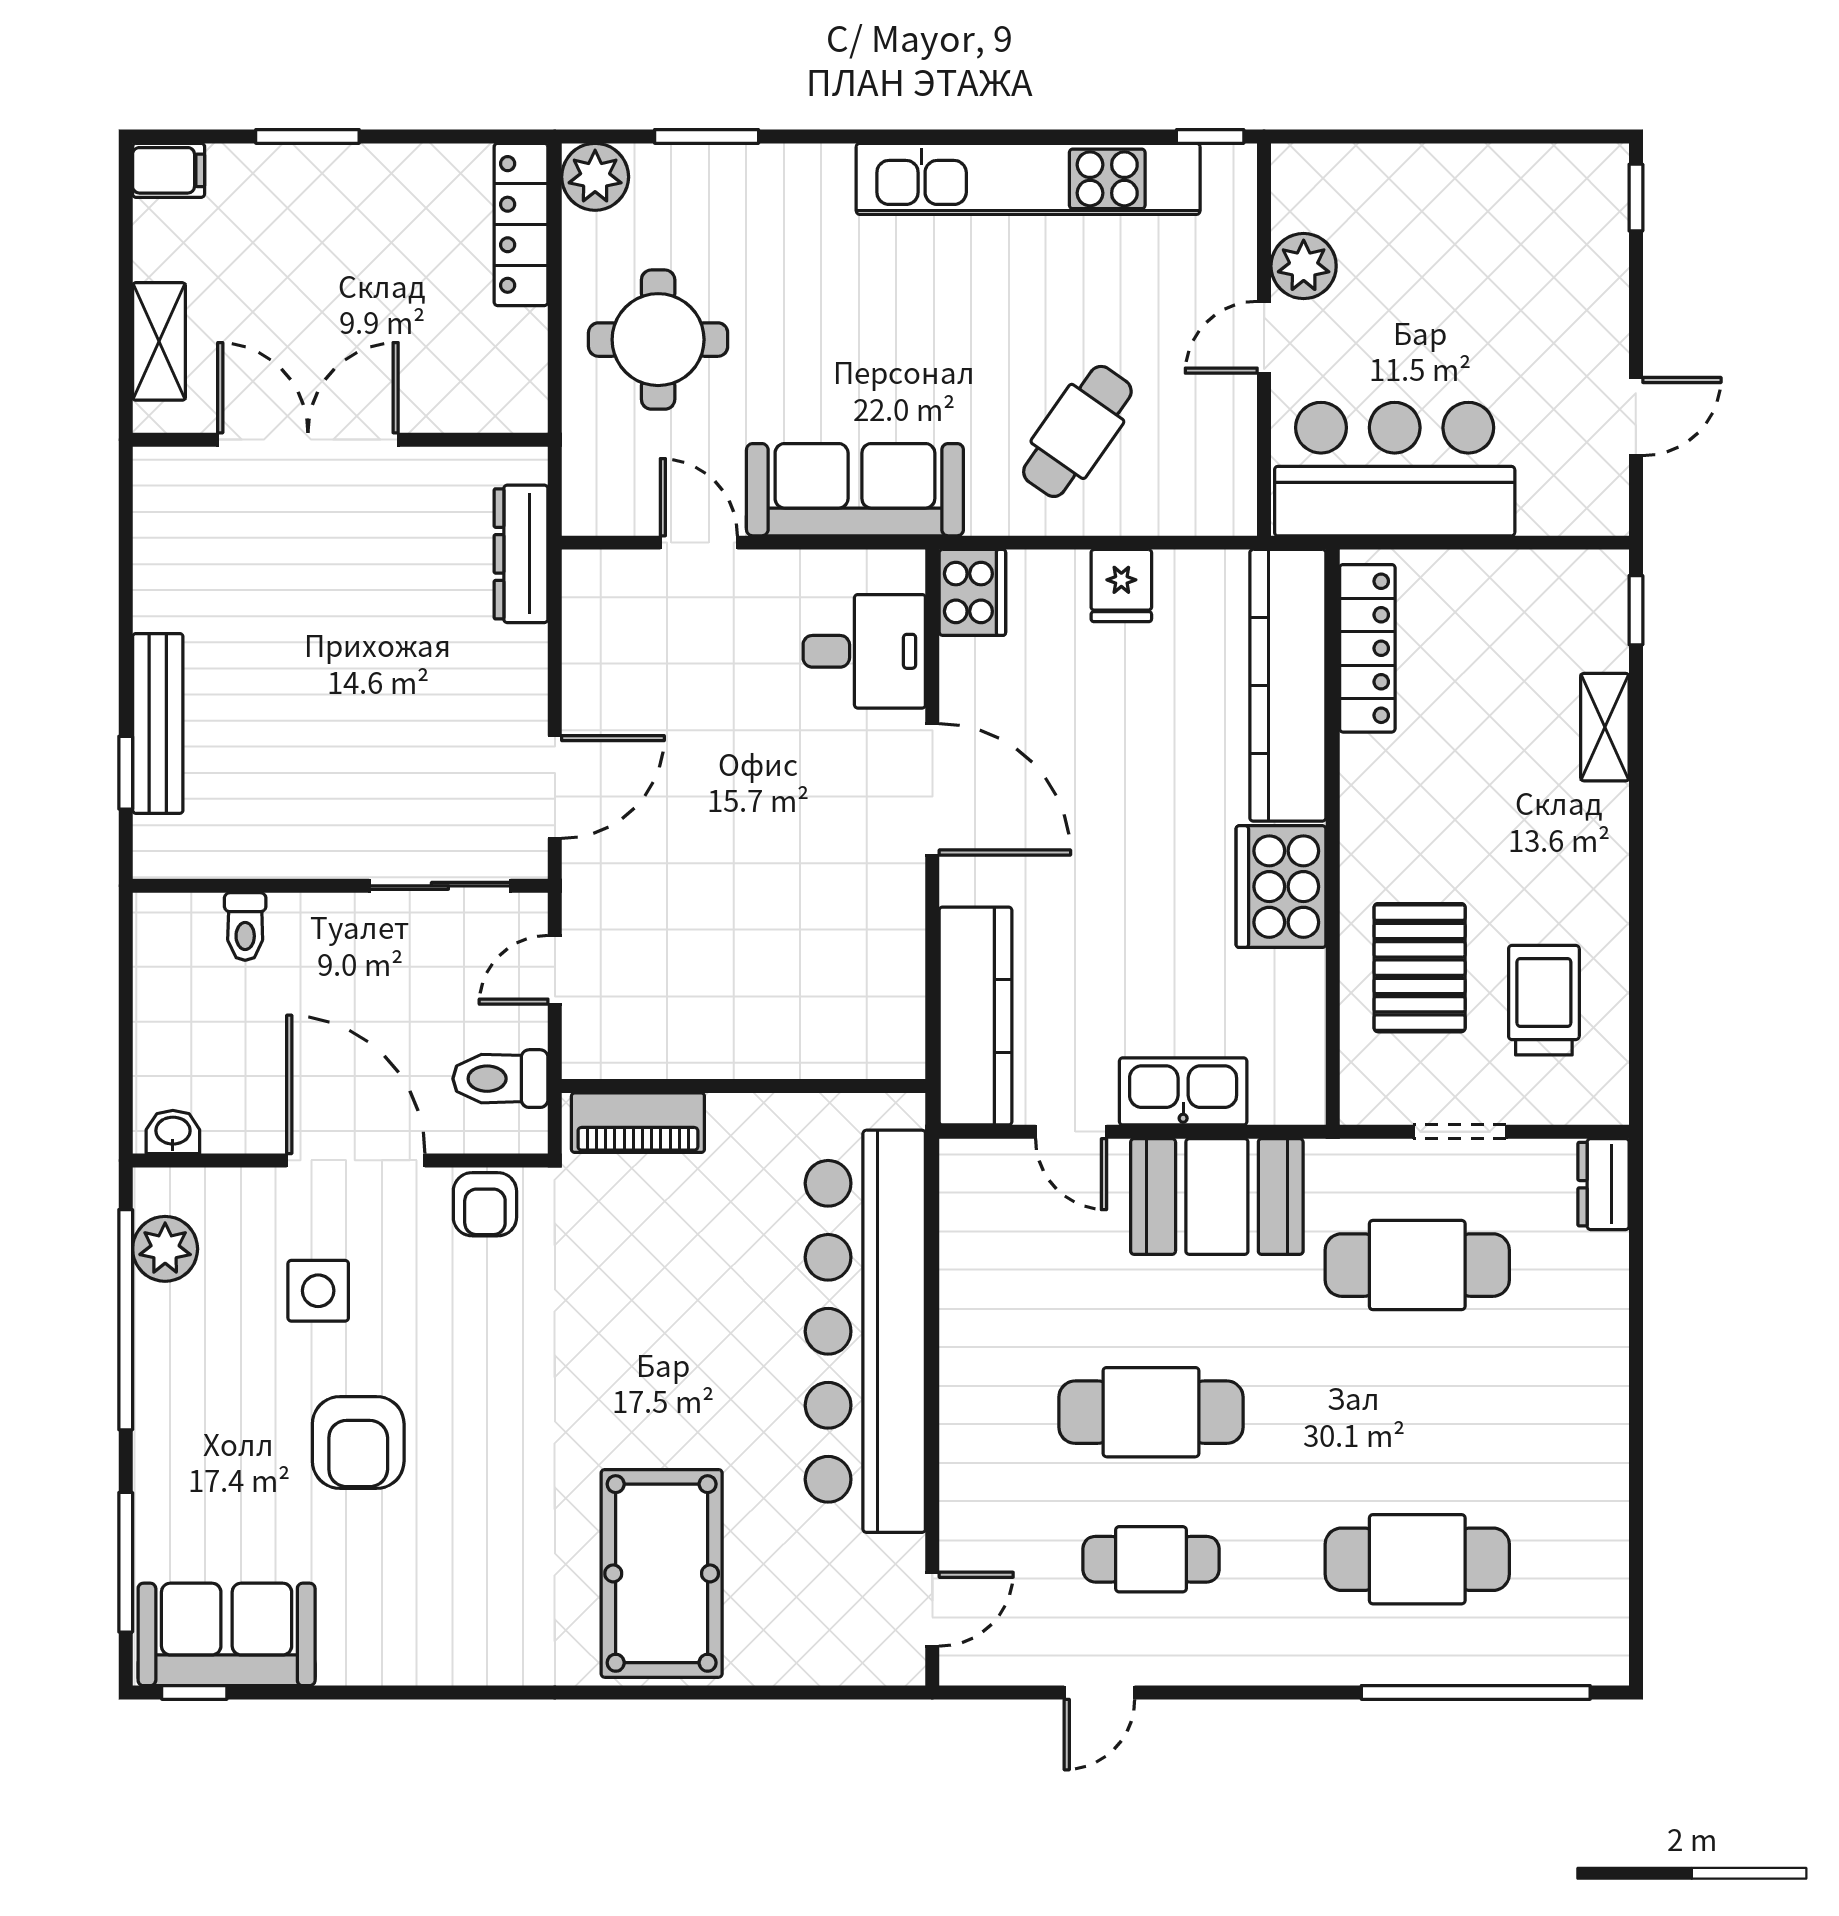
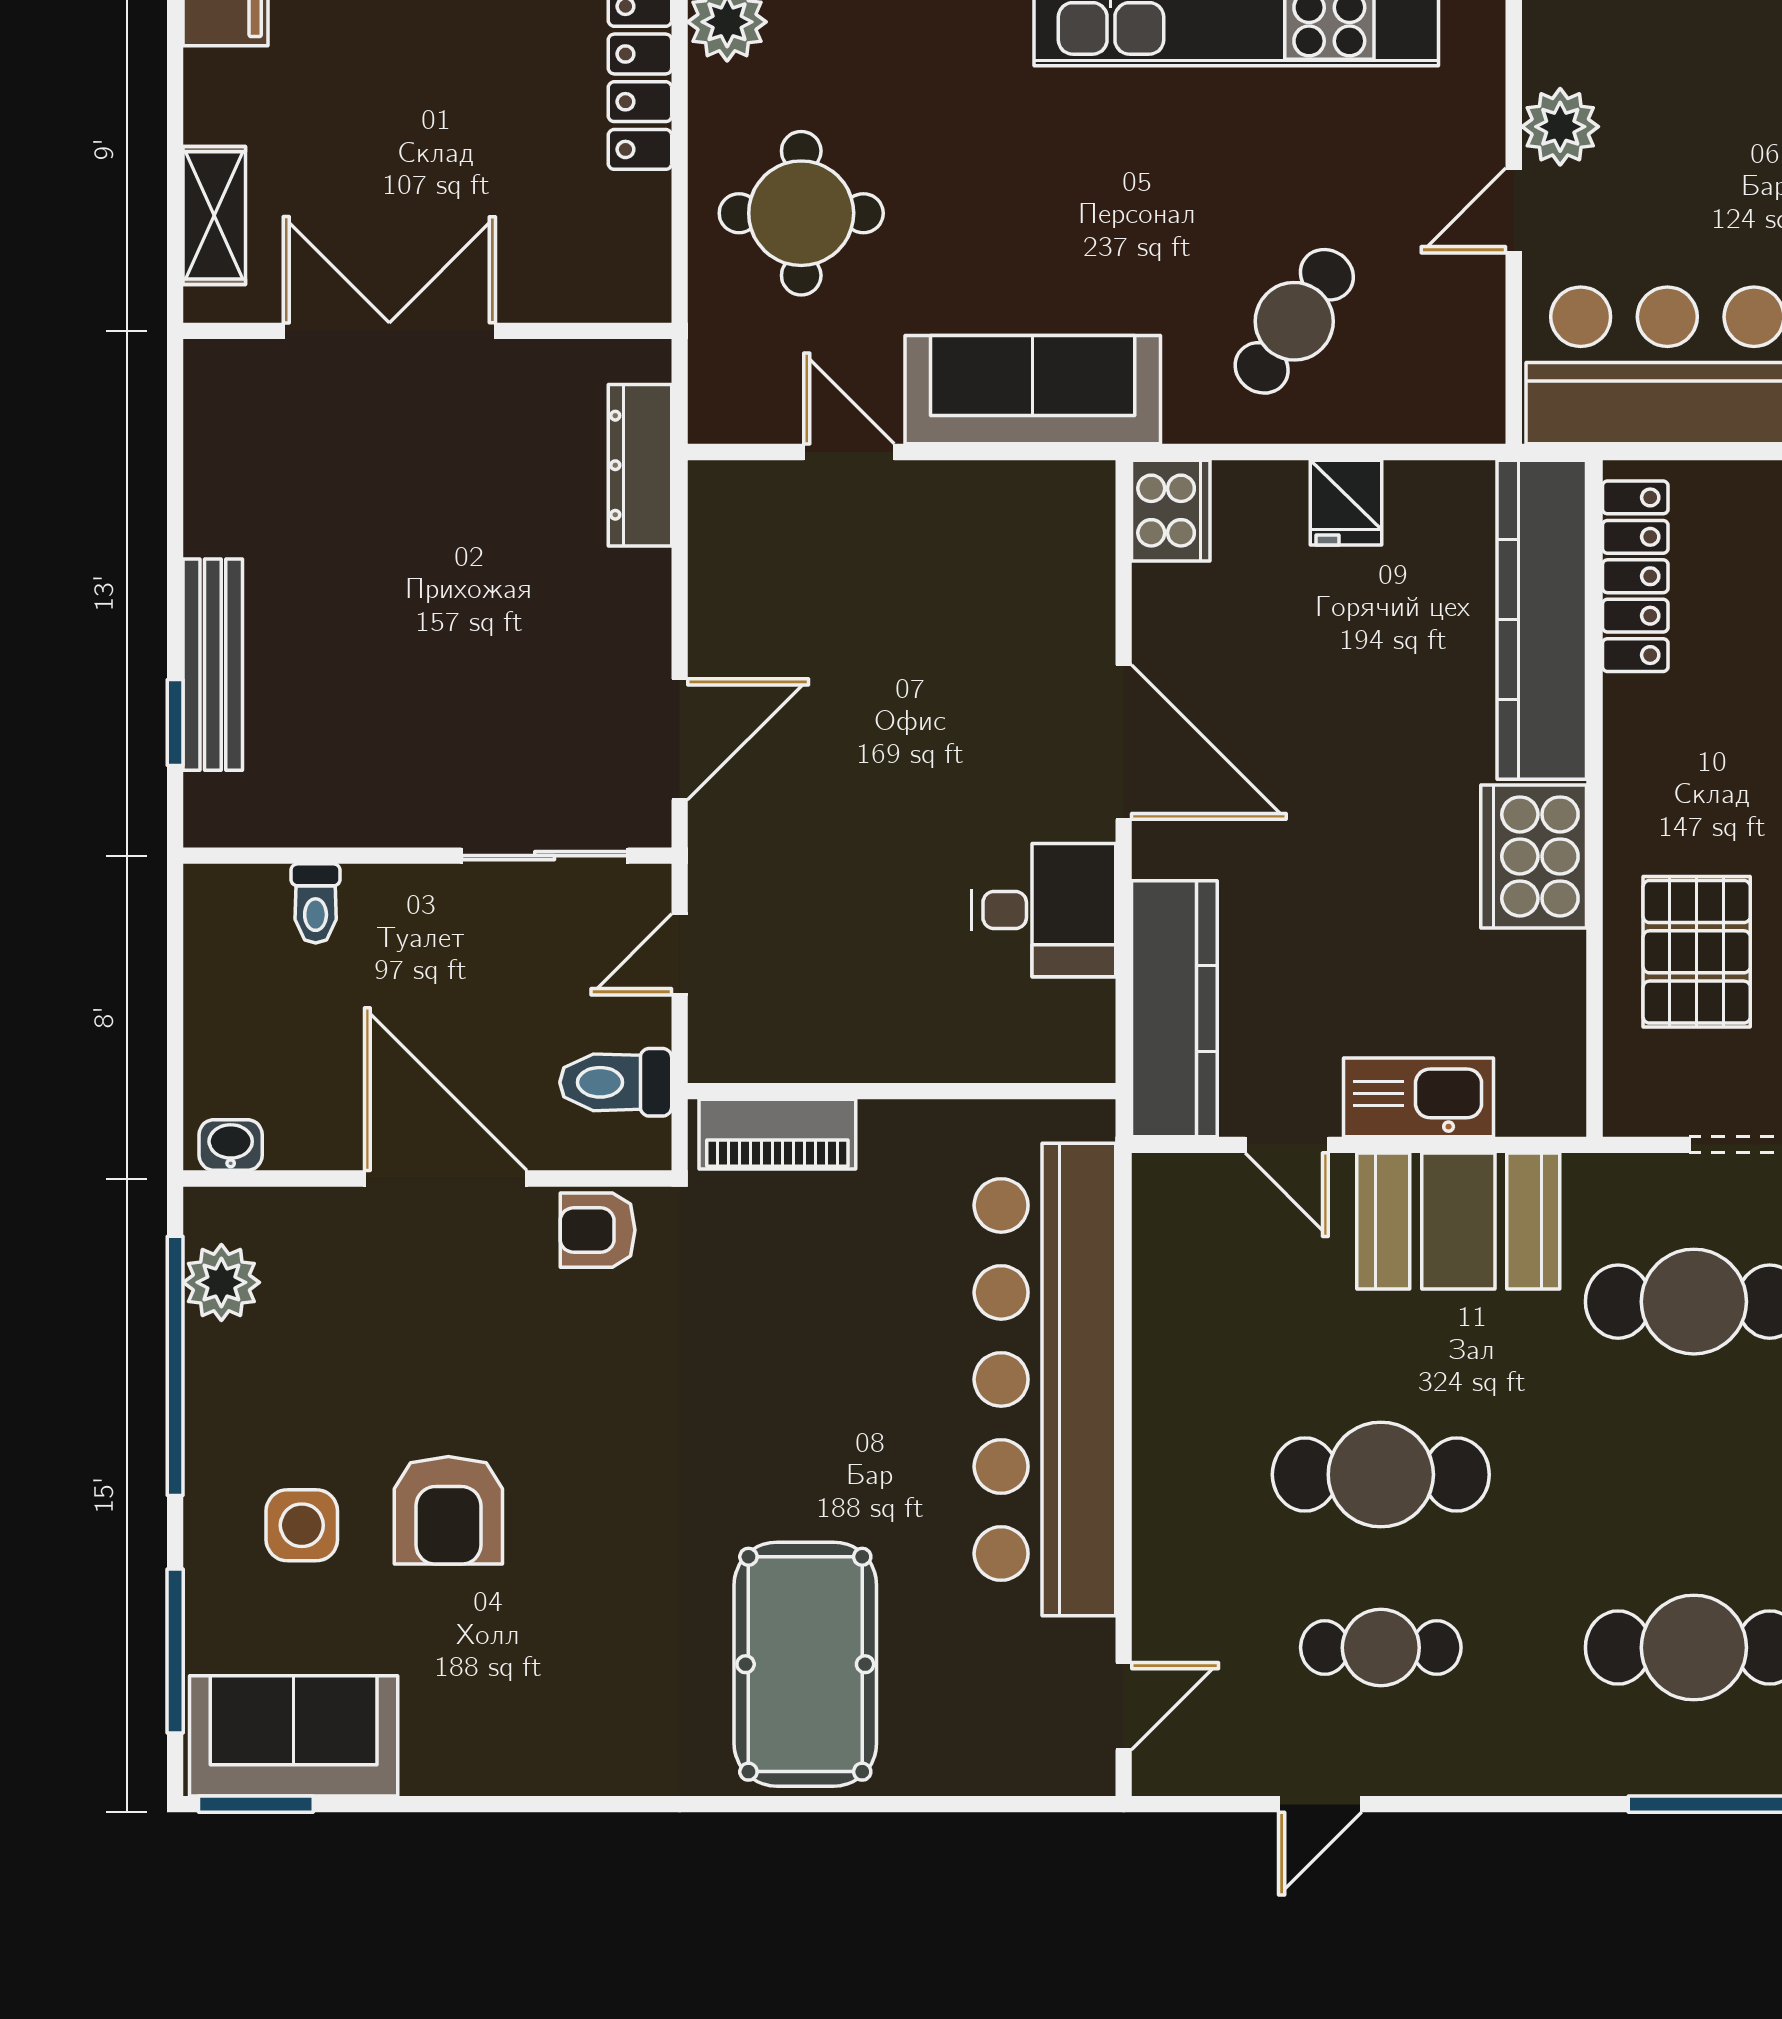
desk: (864, 651) -> (1044, 910), moved
armchair: (485, 1204) -> (598, 1230), turned 90
side table: (318, 1291) -> (302, 1525), moved
window: (194, 1692) -> (256, 1804), width x1.50

